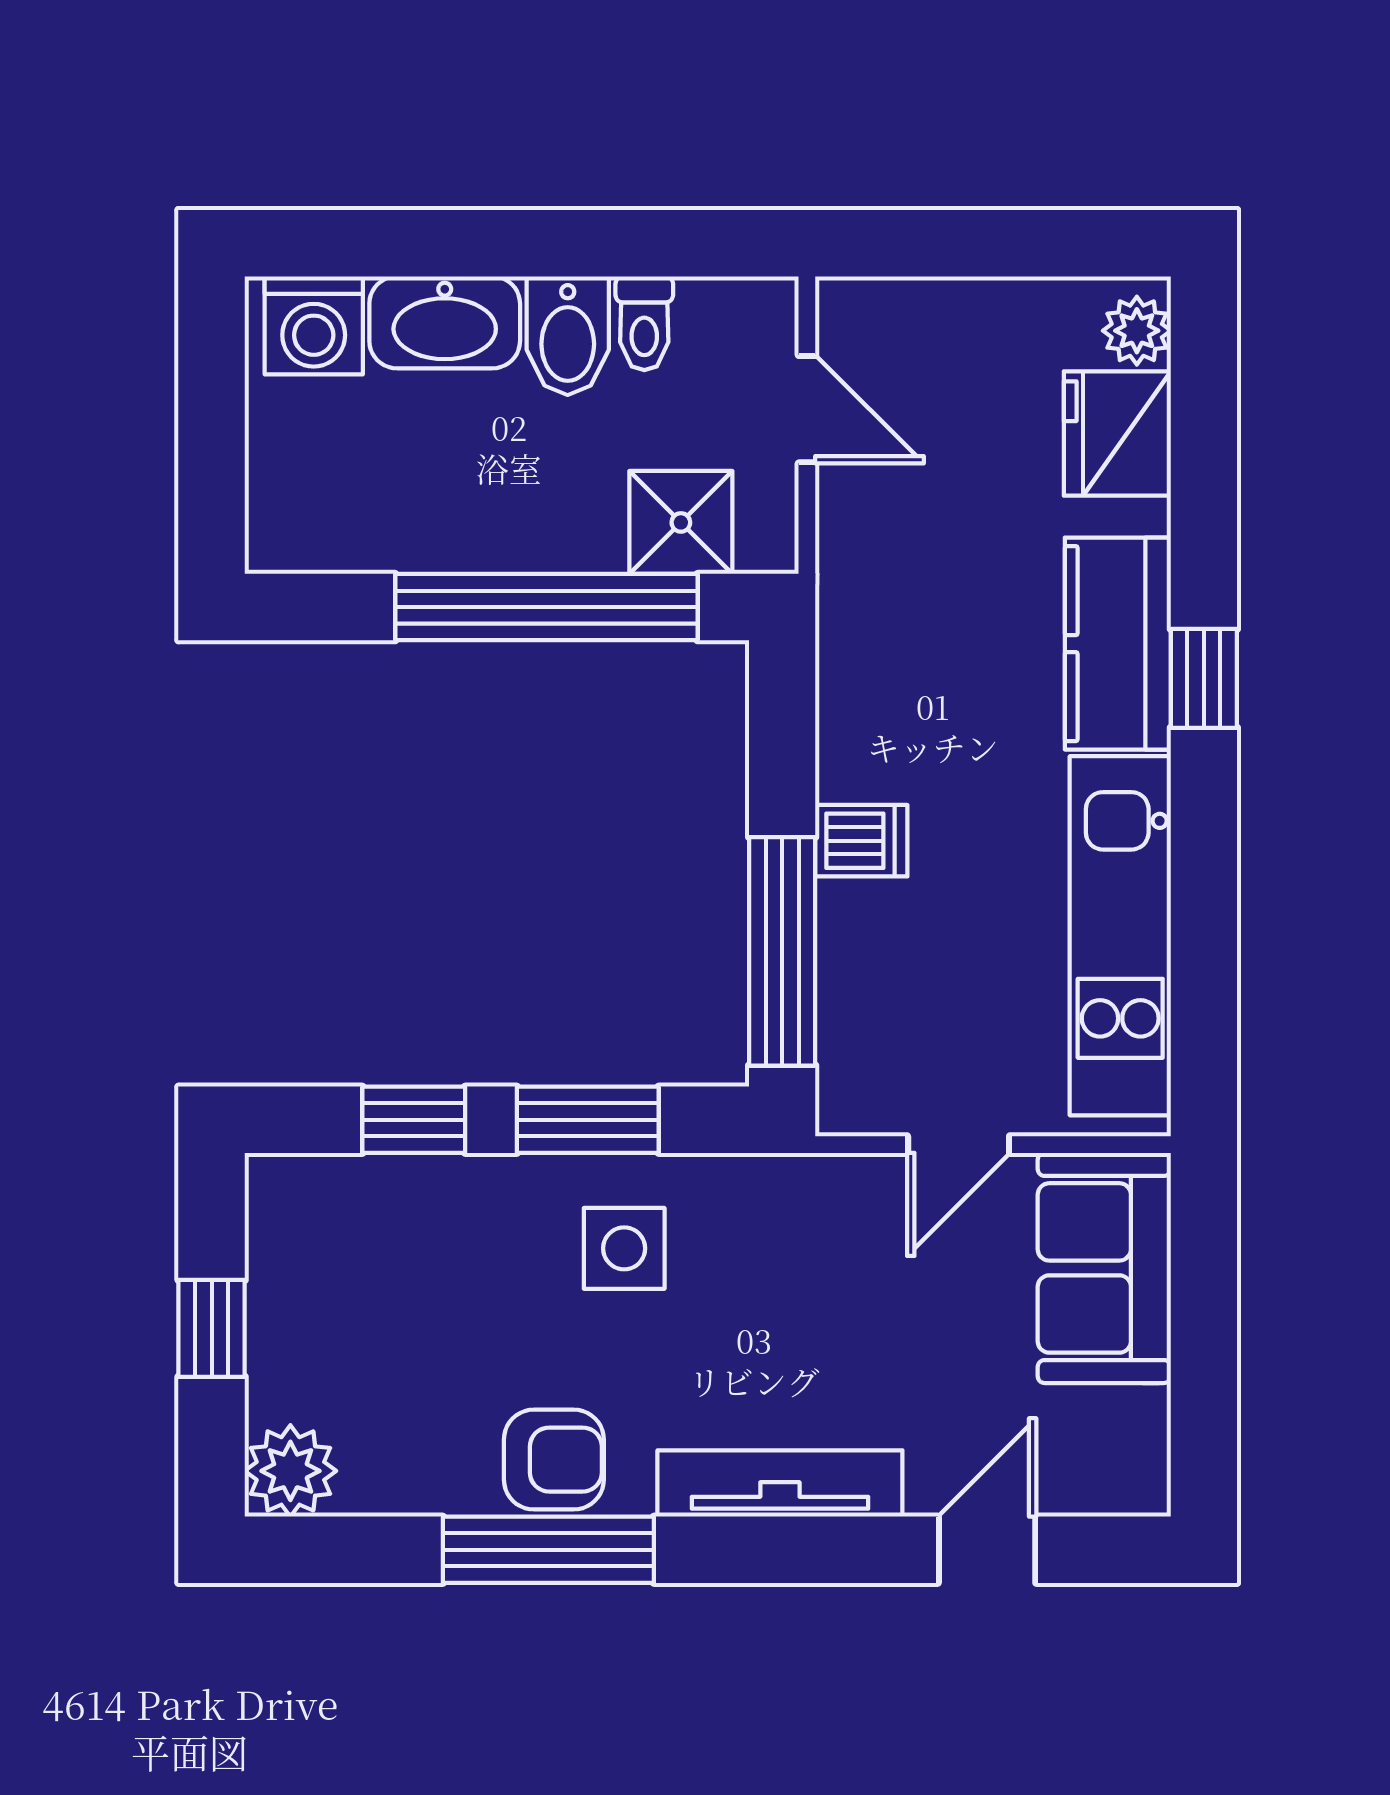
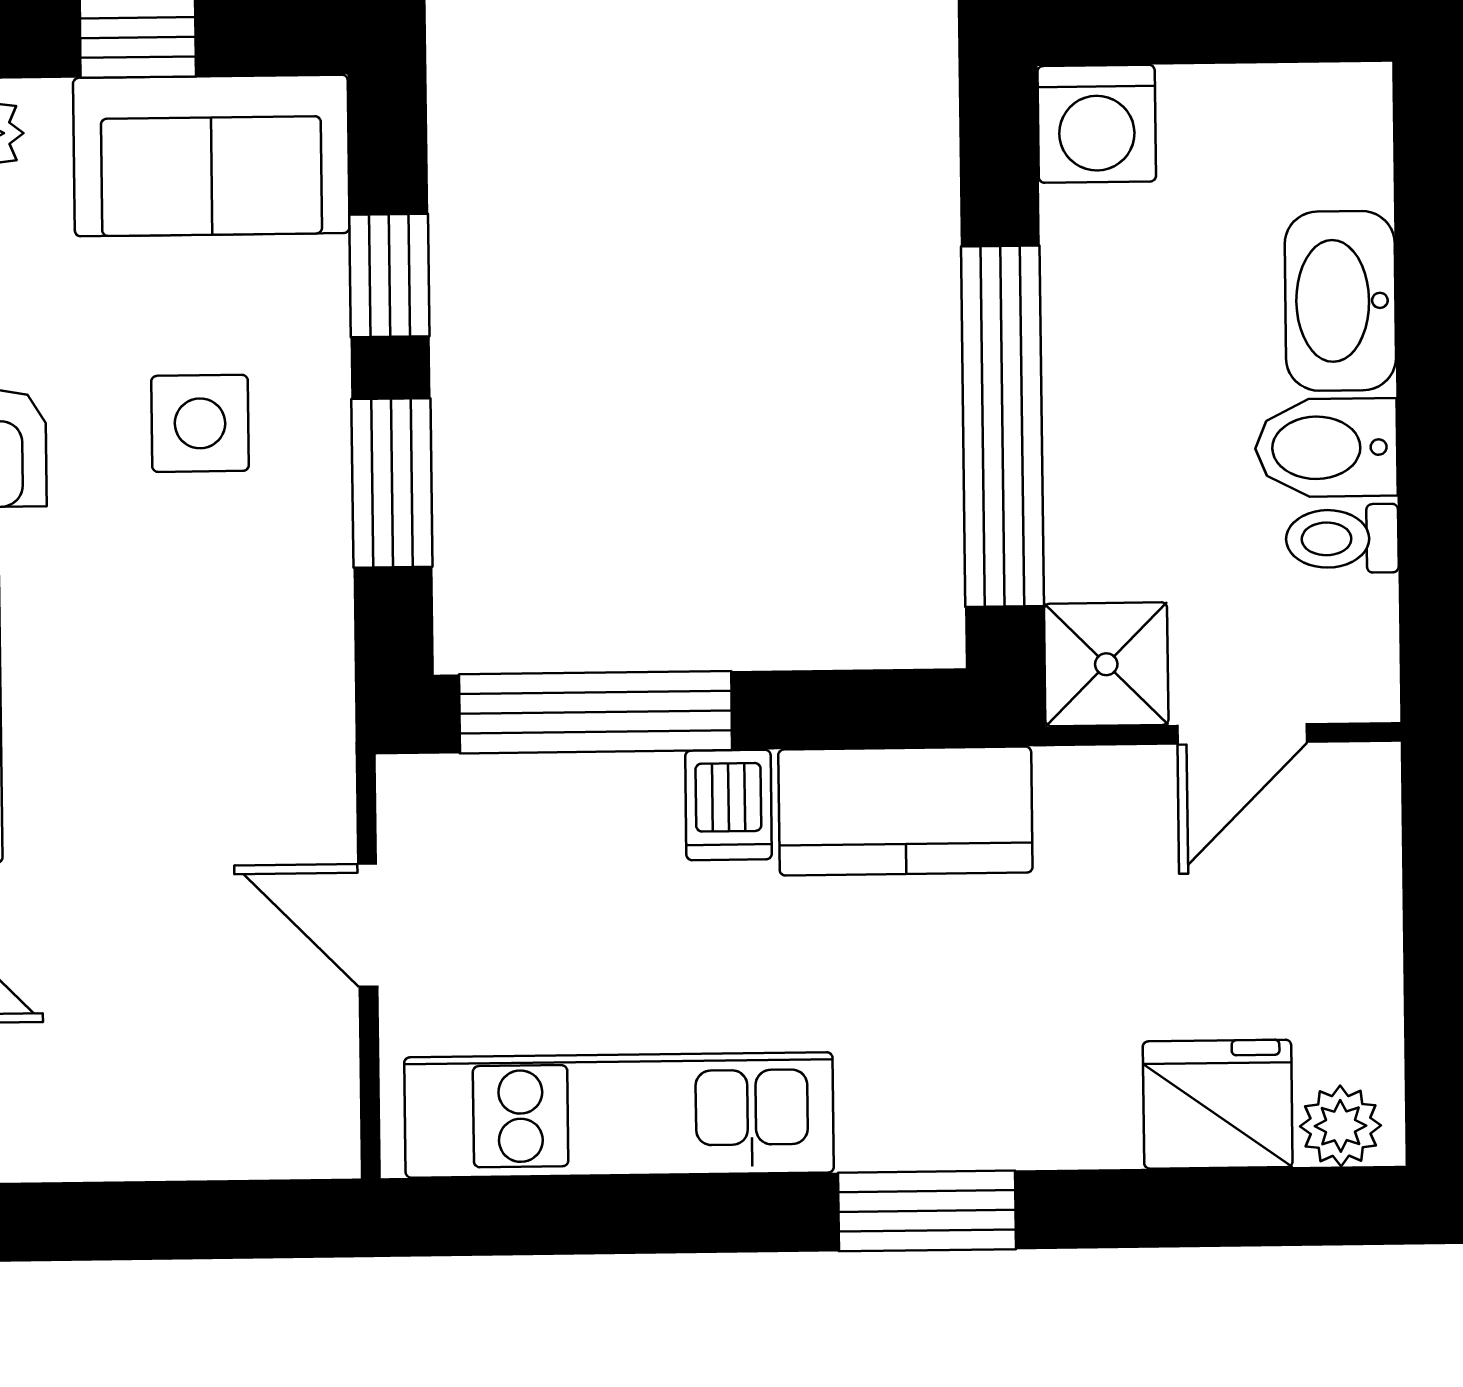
washing machine: (314, 325) -> (1097, 124), moved, turned -90
shower: (681, 522) -> (1106, 664), moved
kitchen counter: (1118, 644) -> (905, 811), moved, turned 180
window: (1204, 678) -> (927, 1211), width x1.50
side table: (624, 1248) -> (200, 423), moved
sofa: (1104, 1268) -> (211, 155), moved, turned 180

